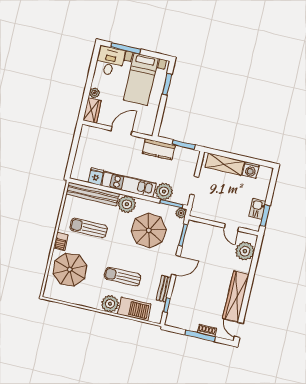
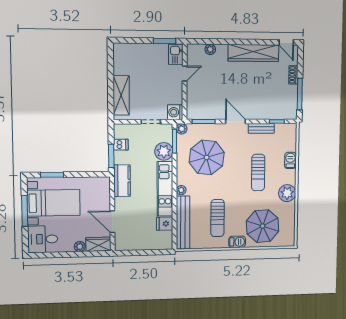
window: (126, 48) -> (25, 211), moved
door: (122, 131) -> (112, 222), moved
window: (184, 145) -> (111, 156), moved
kitchen counter: (159, 149) -> (122, 181), moved
dishwasher: (180, 153) -> (121, 145), added
washing machine: (251, 170) -> (175, 112), moved, turned 180
plant: (127, 204) -> (181, 190), width x0.53, depth x0.53
kitchen sink: (257, 209) -> (176, 54), moved, turned 90
plant: (245, 251) -> (210, 49), width x0.53, depth x0.53
plant: (110, 304) -> (287, 193), moved
barbecue: (134, 309) -> (290, 160), width x0.53, depth x0.65
door: (239, 330) -> (286, 42), hinge flipped
window: (200, 336) -> (300, 94), moved

